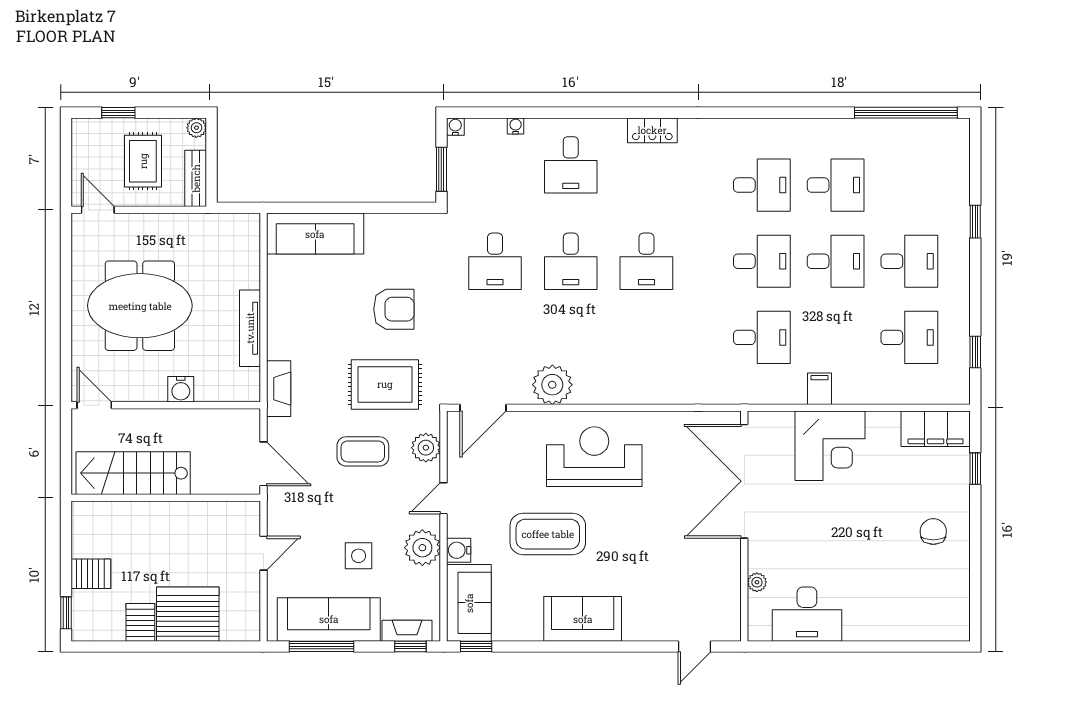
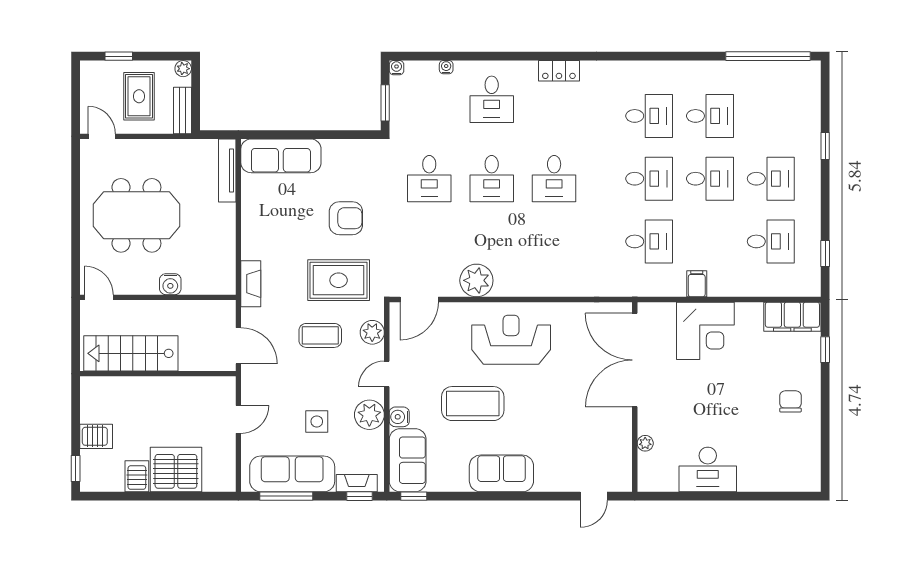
tv unit: (250, 328) -> (227, 170), moved
desk: (807, 614) -> (708, 469), moved

